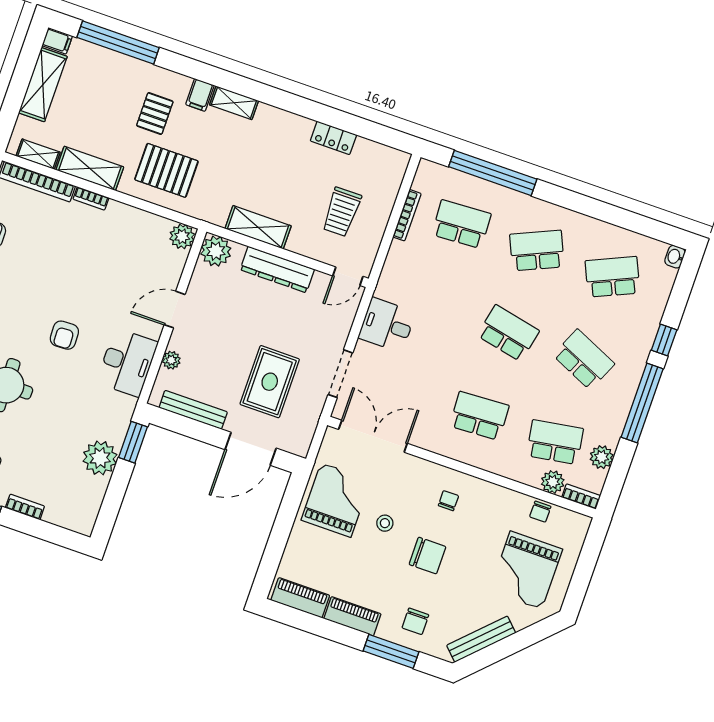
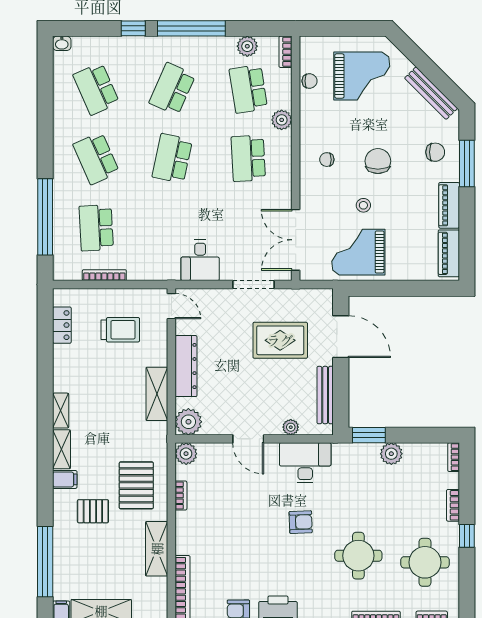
locker: (333, 138) -> (62, 325), moved
shelving: (38, 154) -> (61, 411), moved
bookcase: (91, 198) -> (181, 496), moved
plant: (100, 458) -> (391, 454), width x0.73, depth x0.73
plant: (553, 482) -> (282, 120), moved
bookcase: (77, 526) -> (454, 457), added

